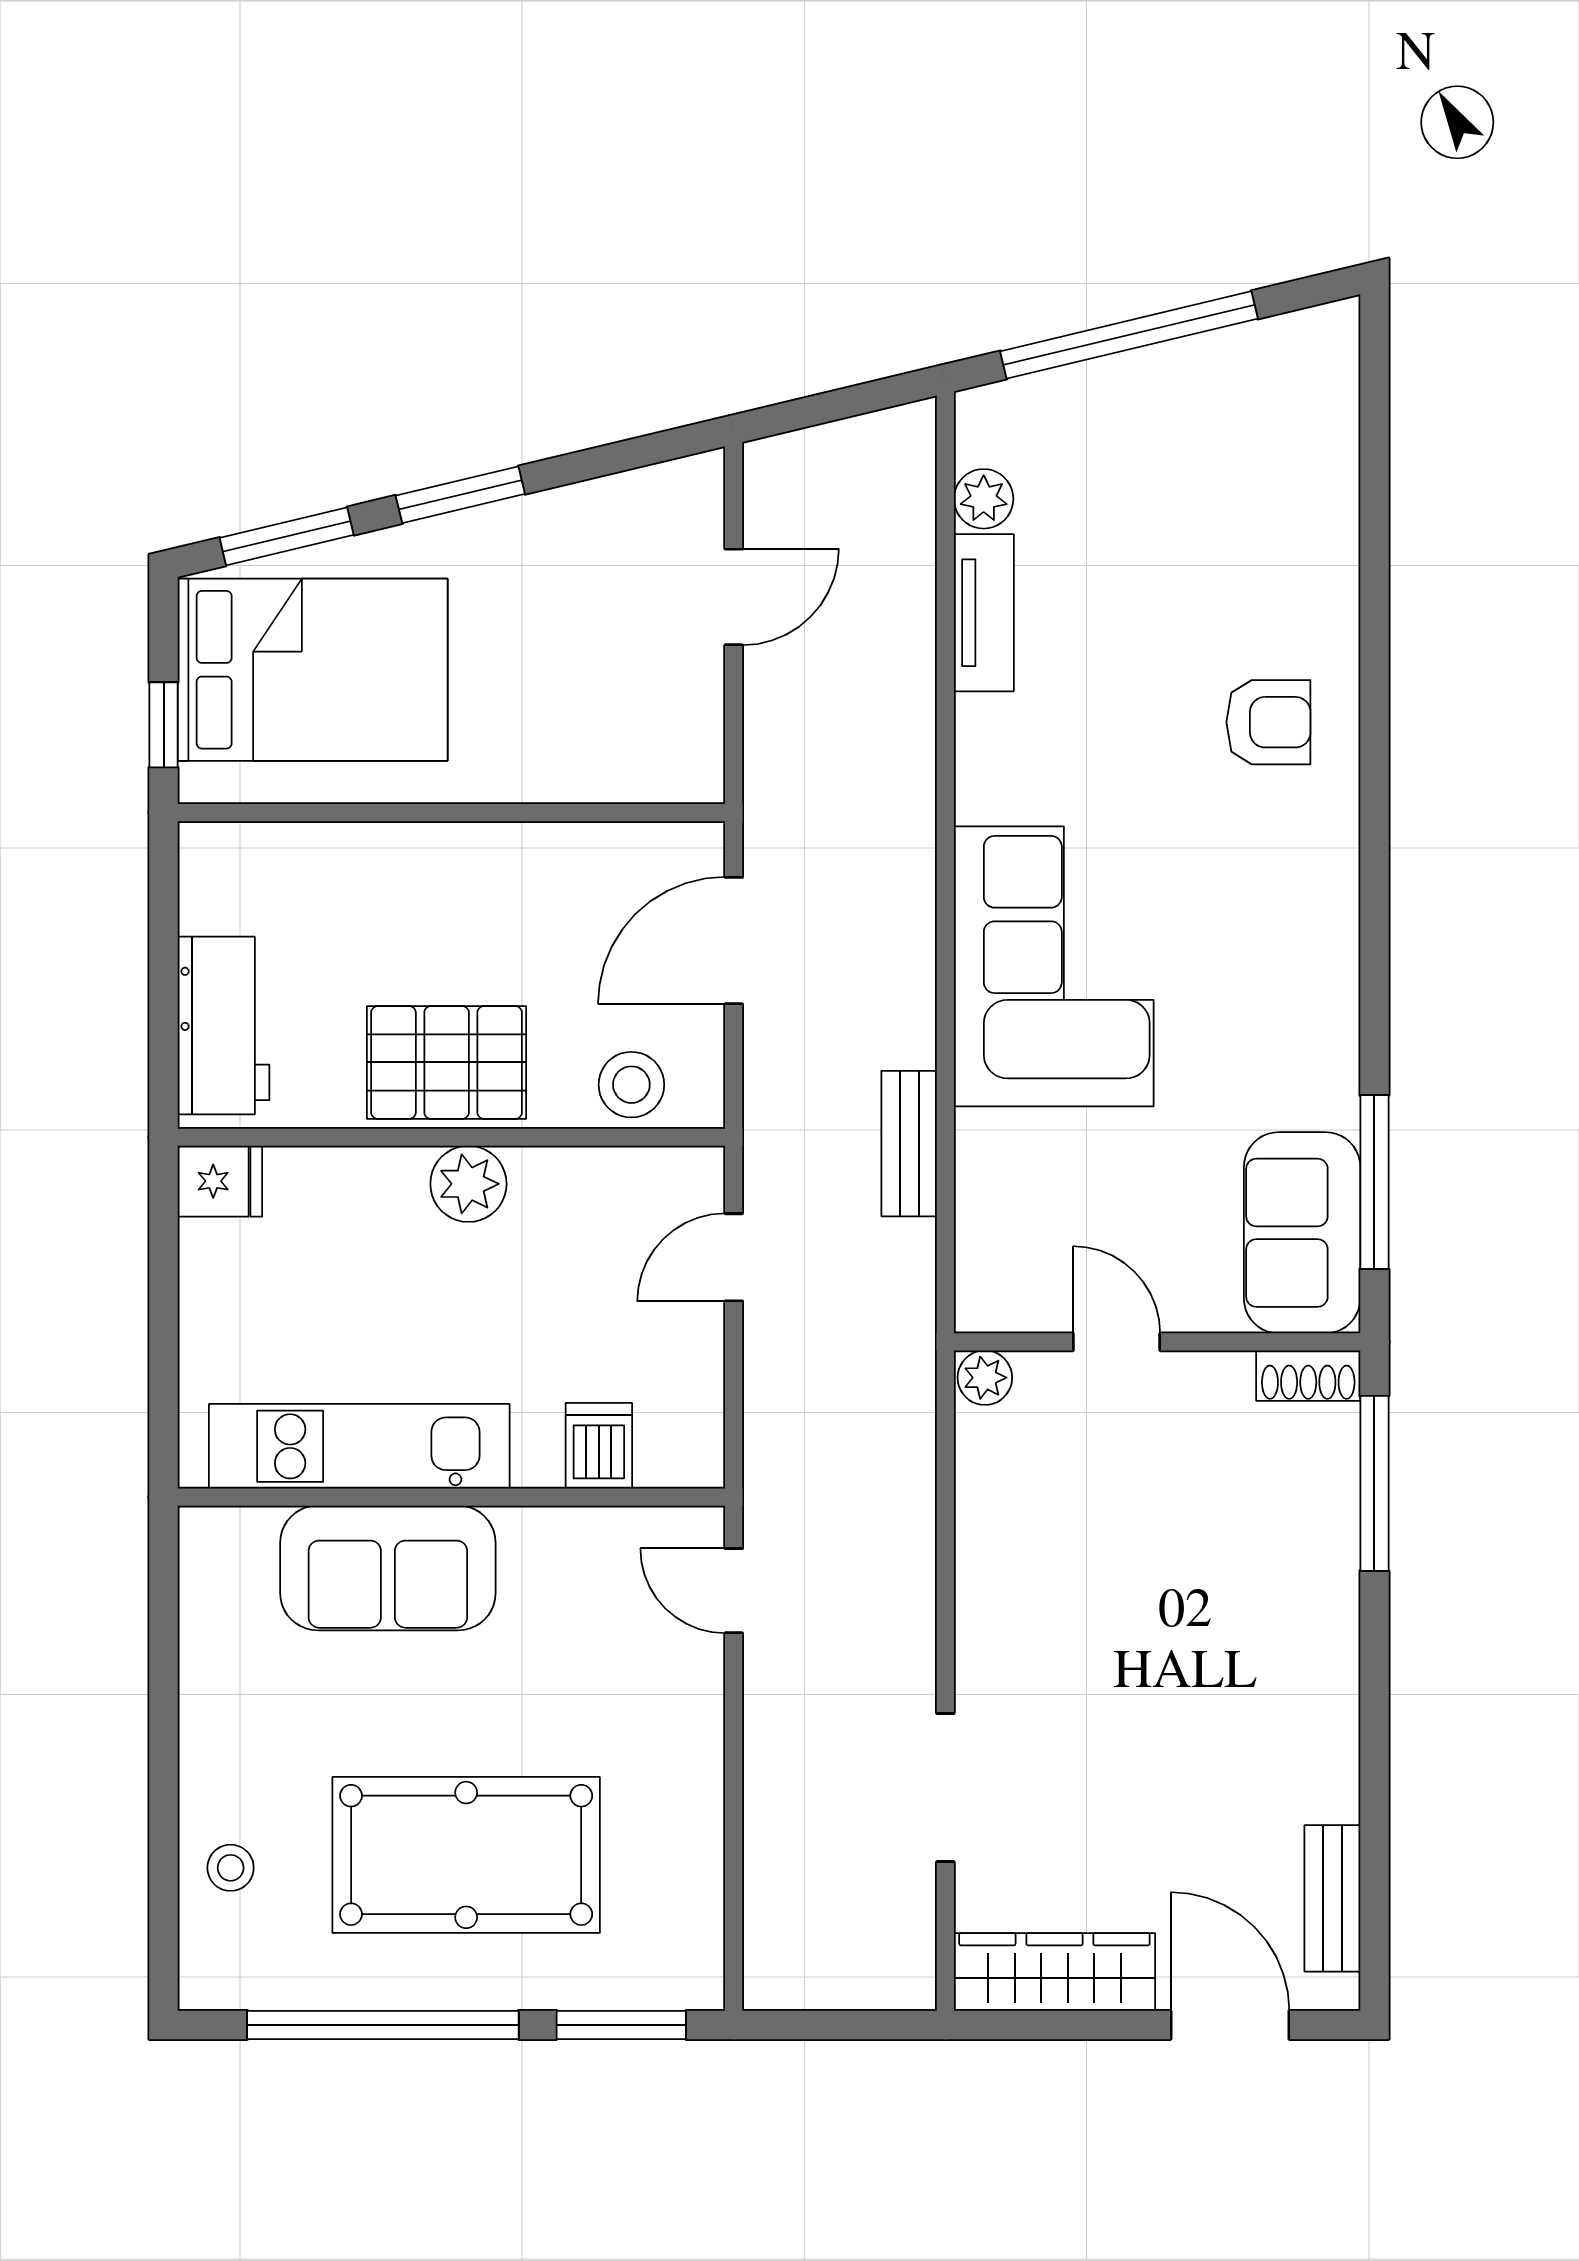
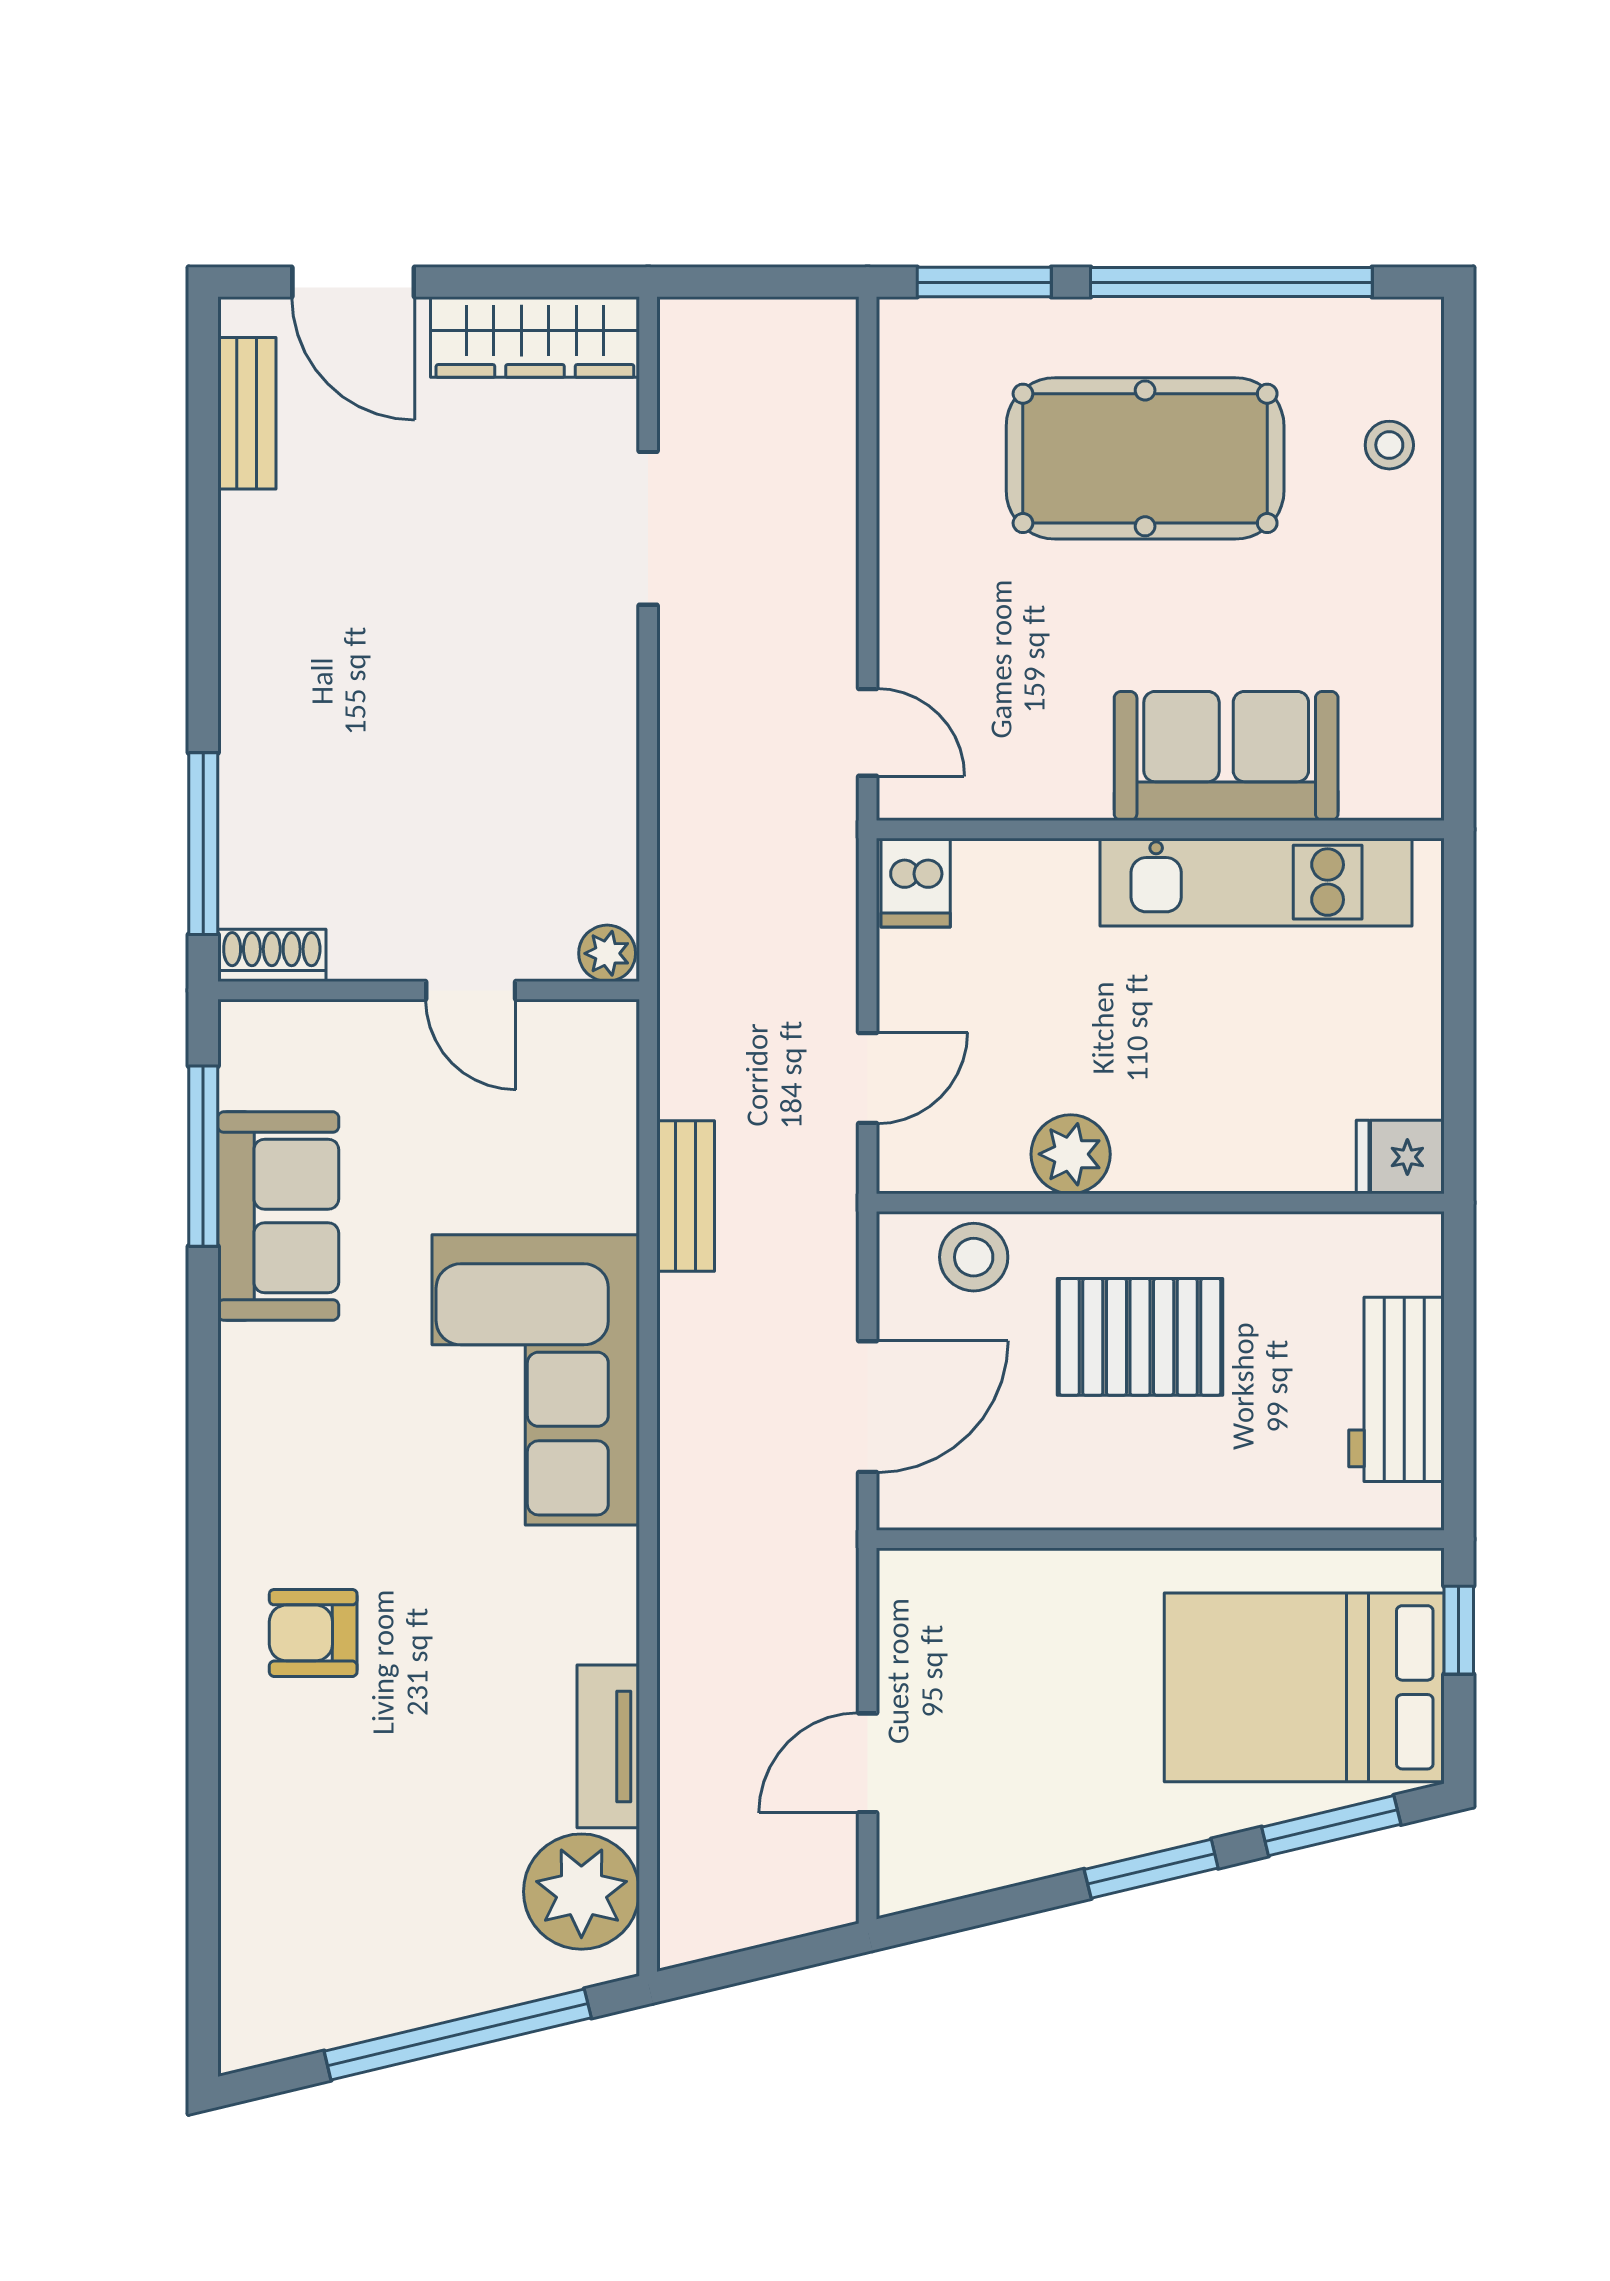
plant: (984, 499) -> (581, 1892), width x1.87, depth x1.87
workbench: (224, 1026) -> (1397, 1389), moved
pallet: (447, 1062) -> (1140, 1337), moved
plant: (468, 1184) -> (1071, 1154), moved
sofa: (1302, 1233) -> (278, 1216), moved
dishwasher: (599, 1446) -> (916, 883), moved

